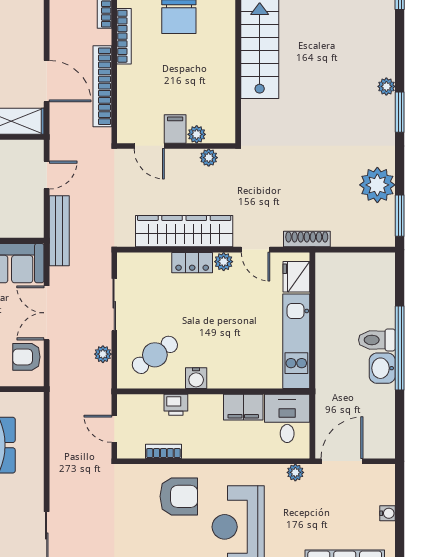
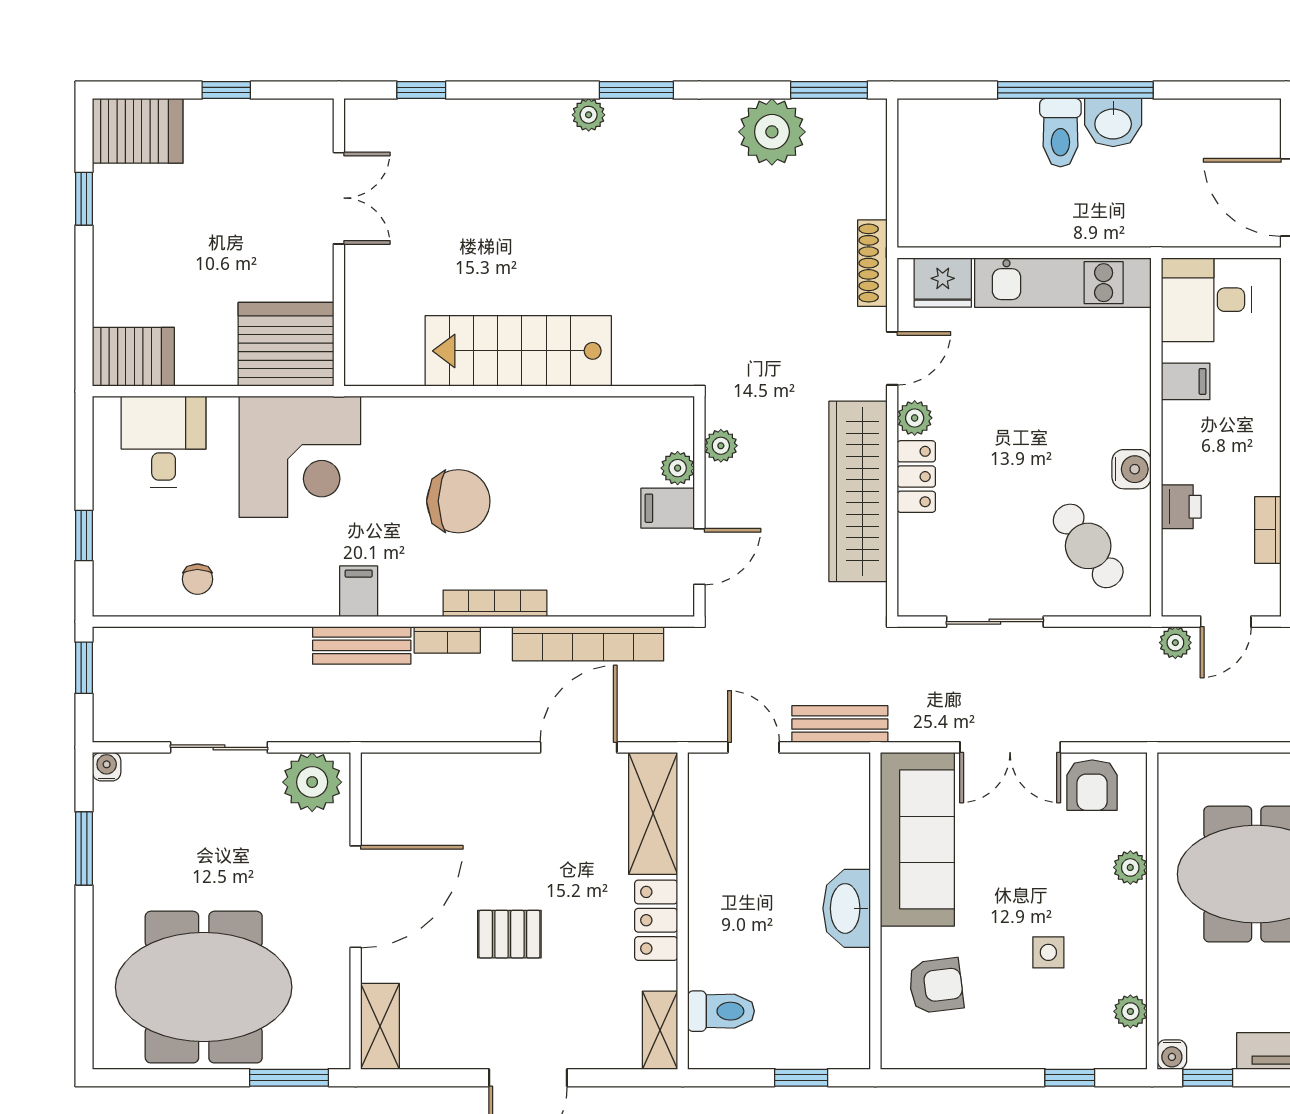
bench: (59, 231) -> (840, 724), width x0.73
plant: (103, 354) -> (1175, 643), moved
filing cabinet: (243, 407) -> (1186, 381), width x0.50

